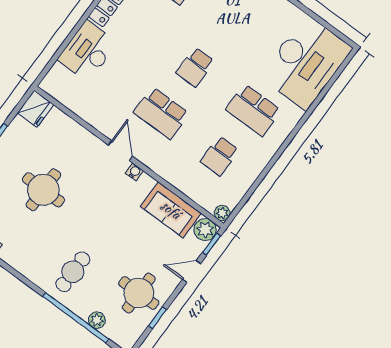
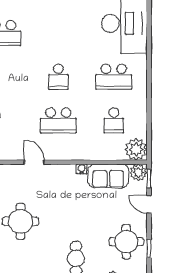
door: (120, 151) -> (34, 162), moved
water cooler: (134, 172) -> (82, 169), moved
plant: (222, 213) -> (136, 149), width x1.88, depth x1.88
door: (192, 271) -> (149, 204), hinge flipped

